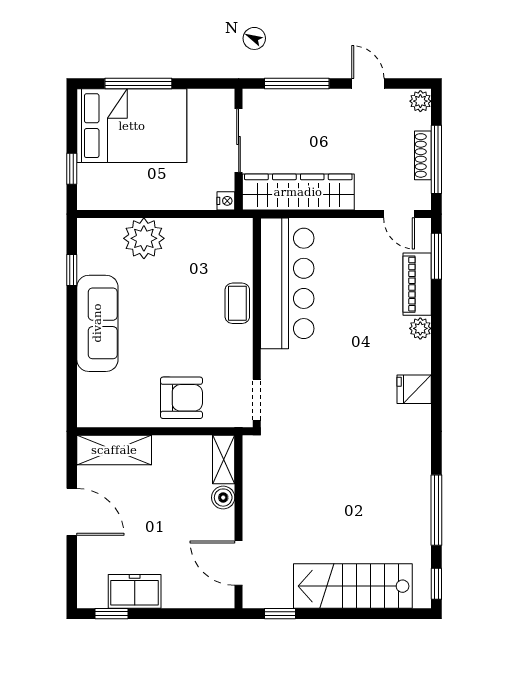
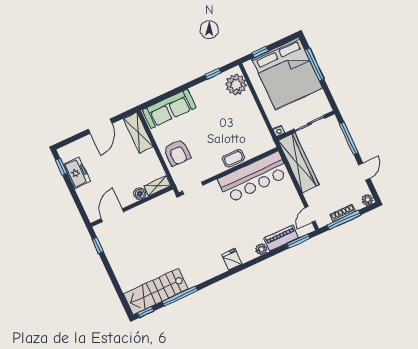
bed: (132, 126) -> (287, 73), width x1.36
plant: (144, 238) -> (236, 85), moved
sofa: (97, 323) -> (169, 109), moved
stairs: (353, 586) -> (156, 292), moved, turned -90

